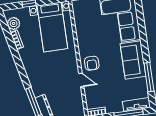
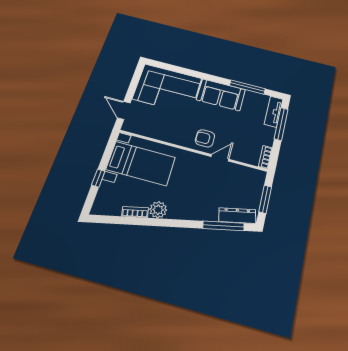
plant: (14, 23) -> (158, 210), moved
armchair: (92, 63) -> (205, 138), turned 180

